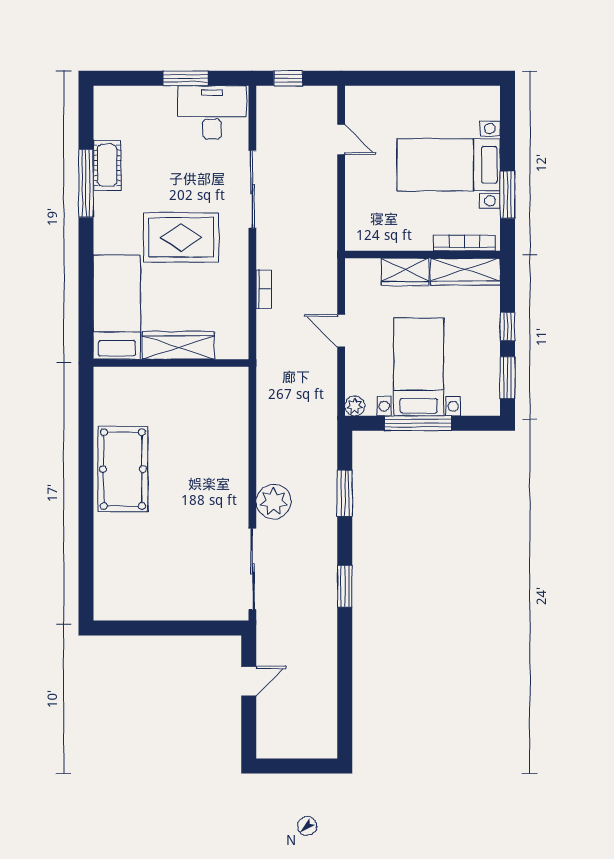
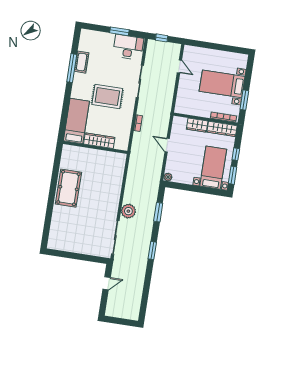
bed with nightstands: (419, 367) -> (213, 168), moved
window: (418, 423) -> (193, 188), removed

